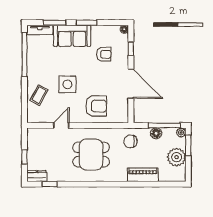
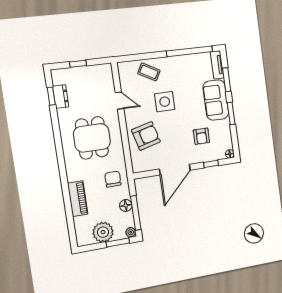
armchair: (96, 106) -> (146, 136), turned -105
dresser: (37, 176) -> (61, 97), moved

